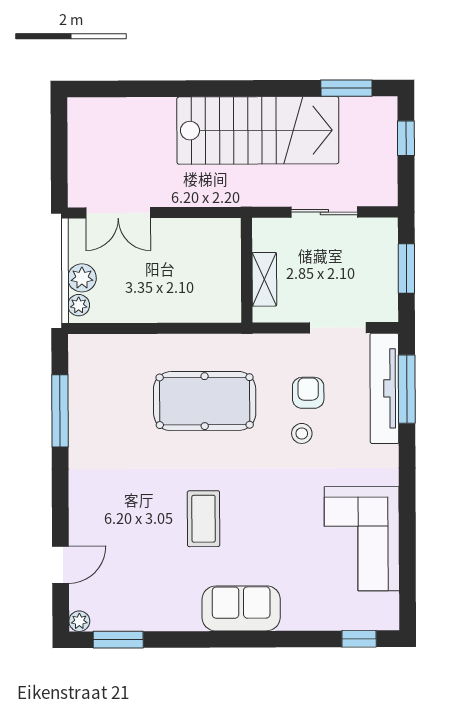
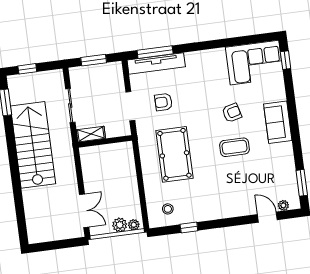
shelving: (264, 279) -> (91, 134), moved
doorway: (338, 328) -> (130, 106), moved
window: (60, 411) -> (189, 227), width x0.46
stool: (302, 433) -> (168, 209), moved
armchair: (271, 522) -> (232, 113), added
corner sofa: (362, 539) -> (255, 63), moved
plant: (79, 621) -> (283, 205), moved

